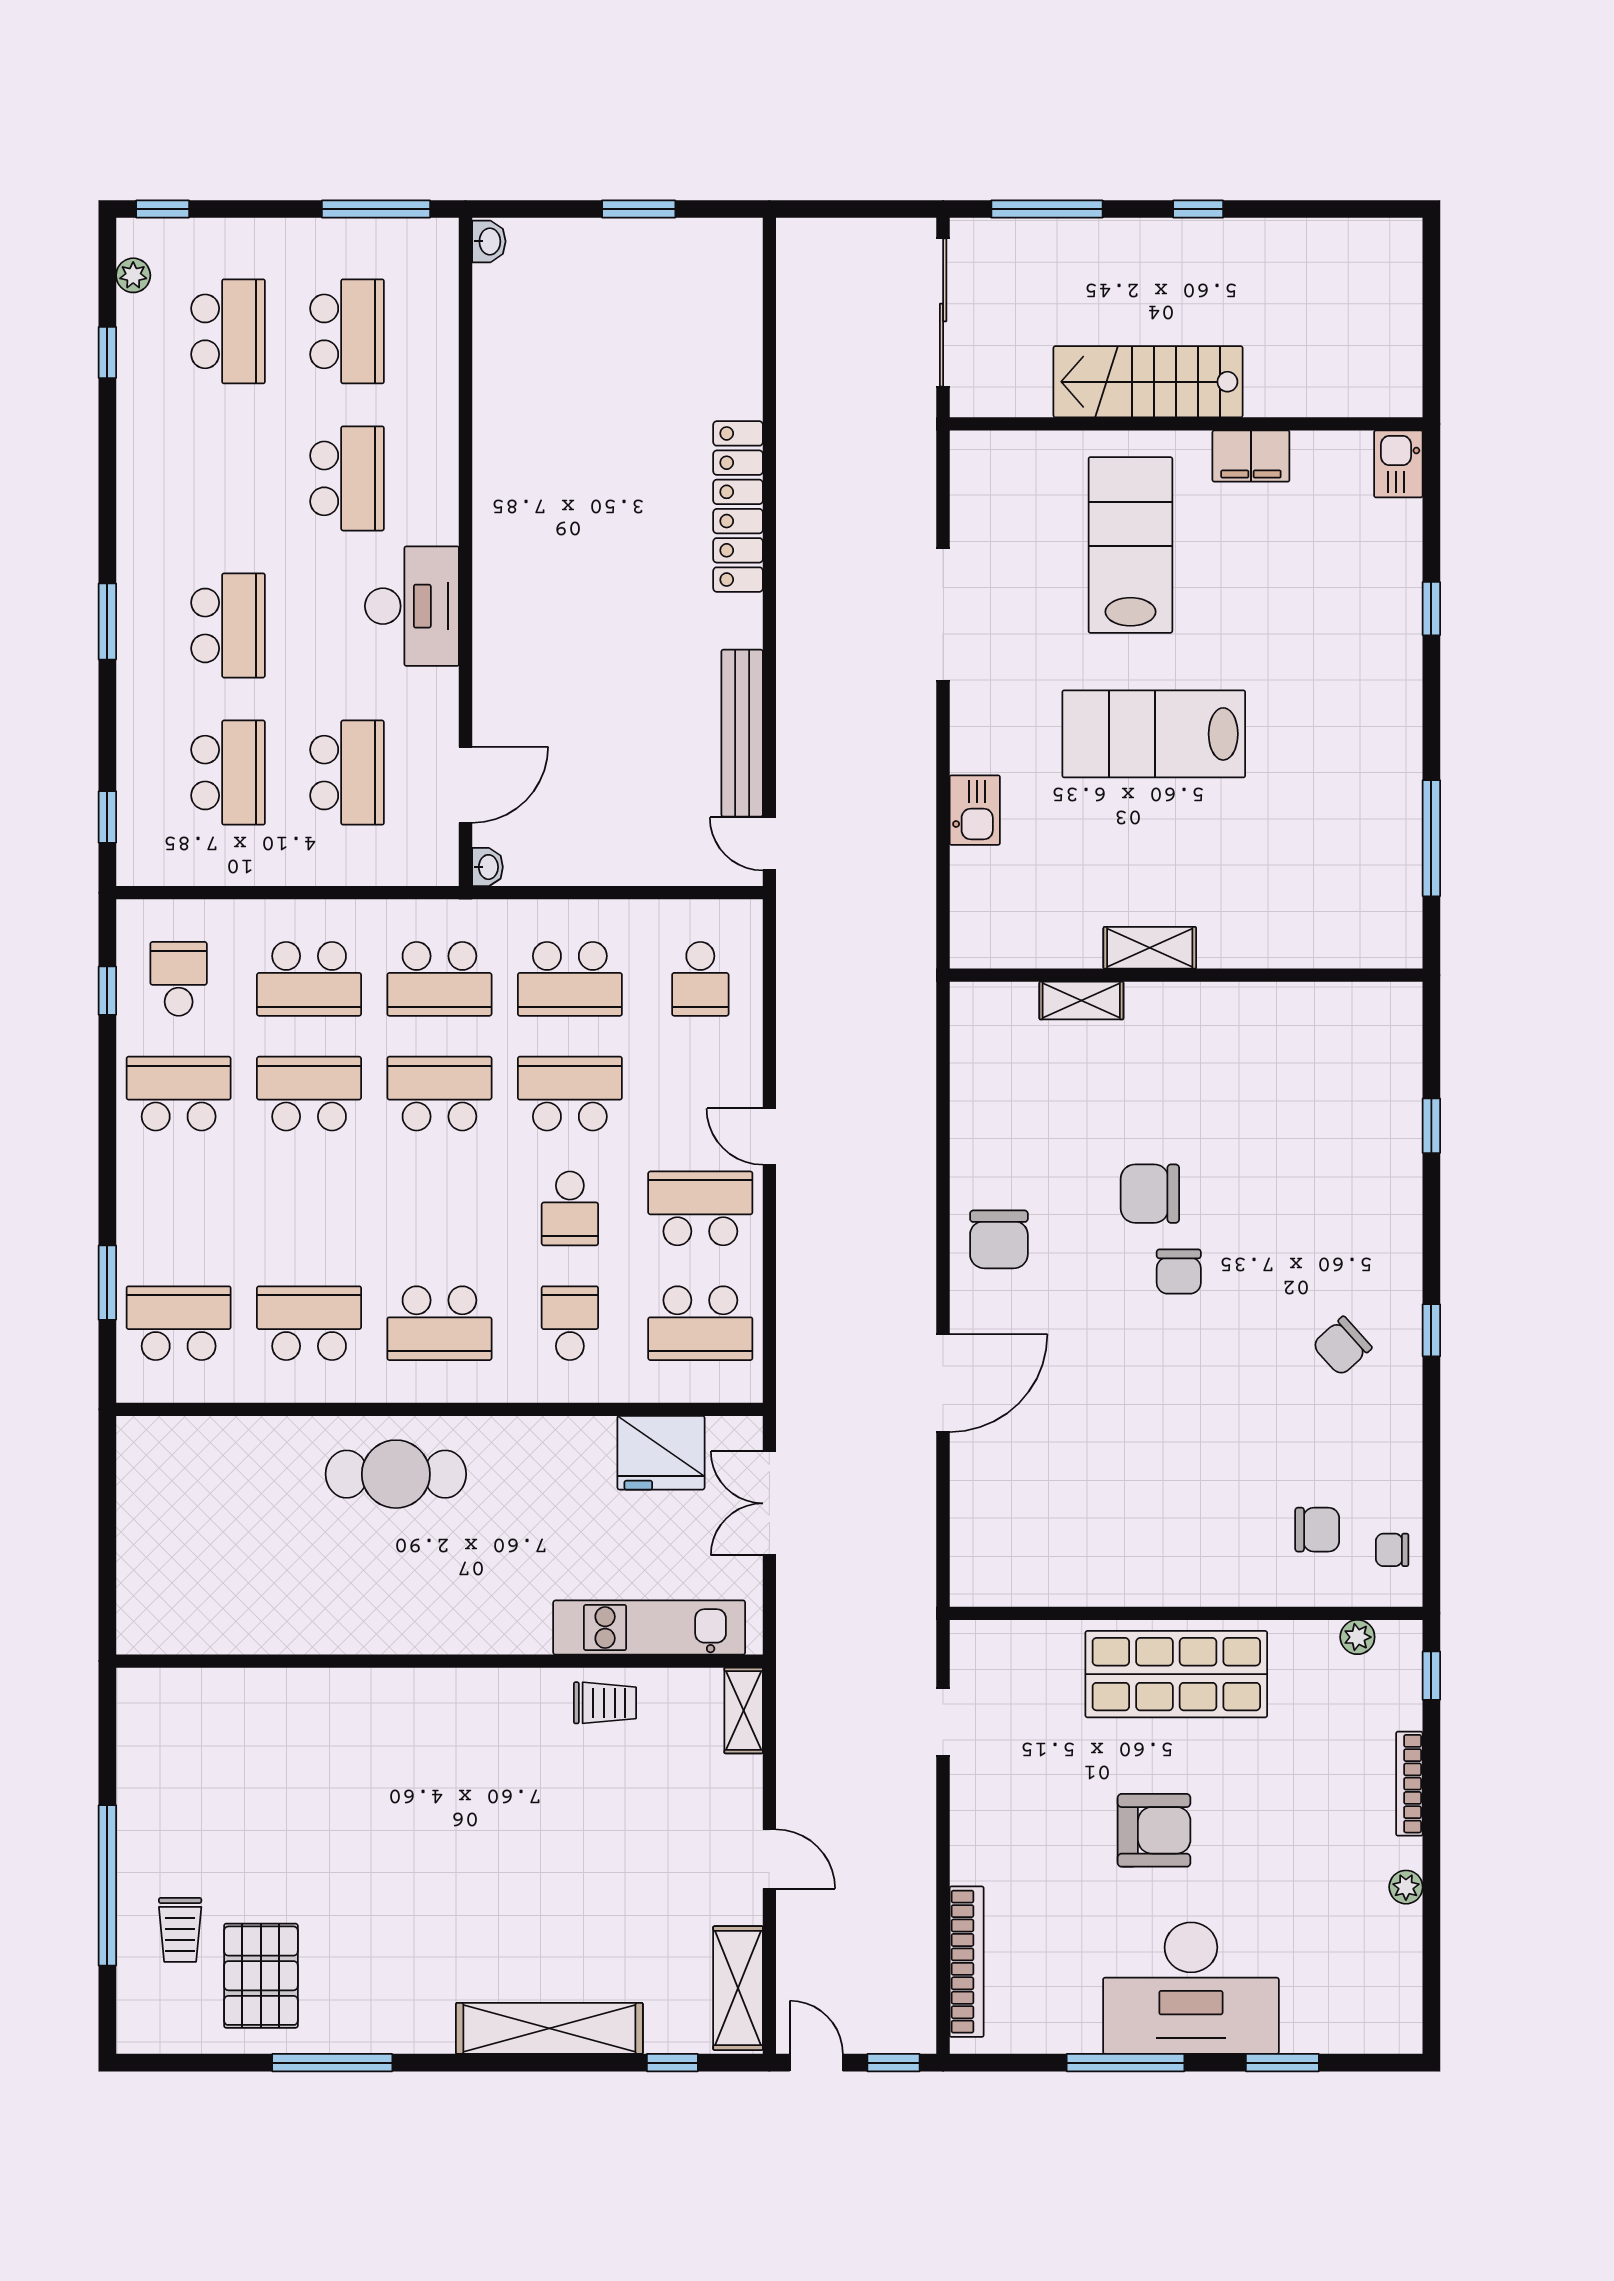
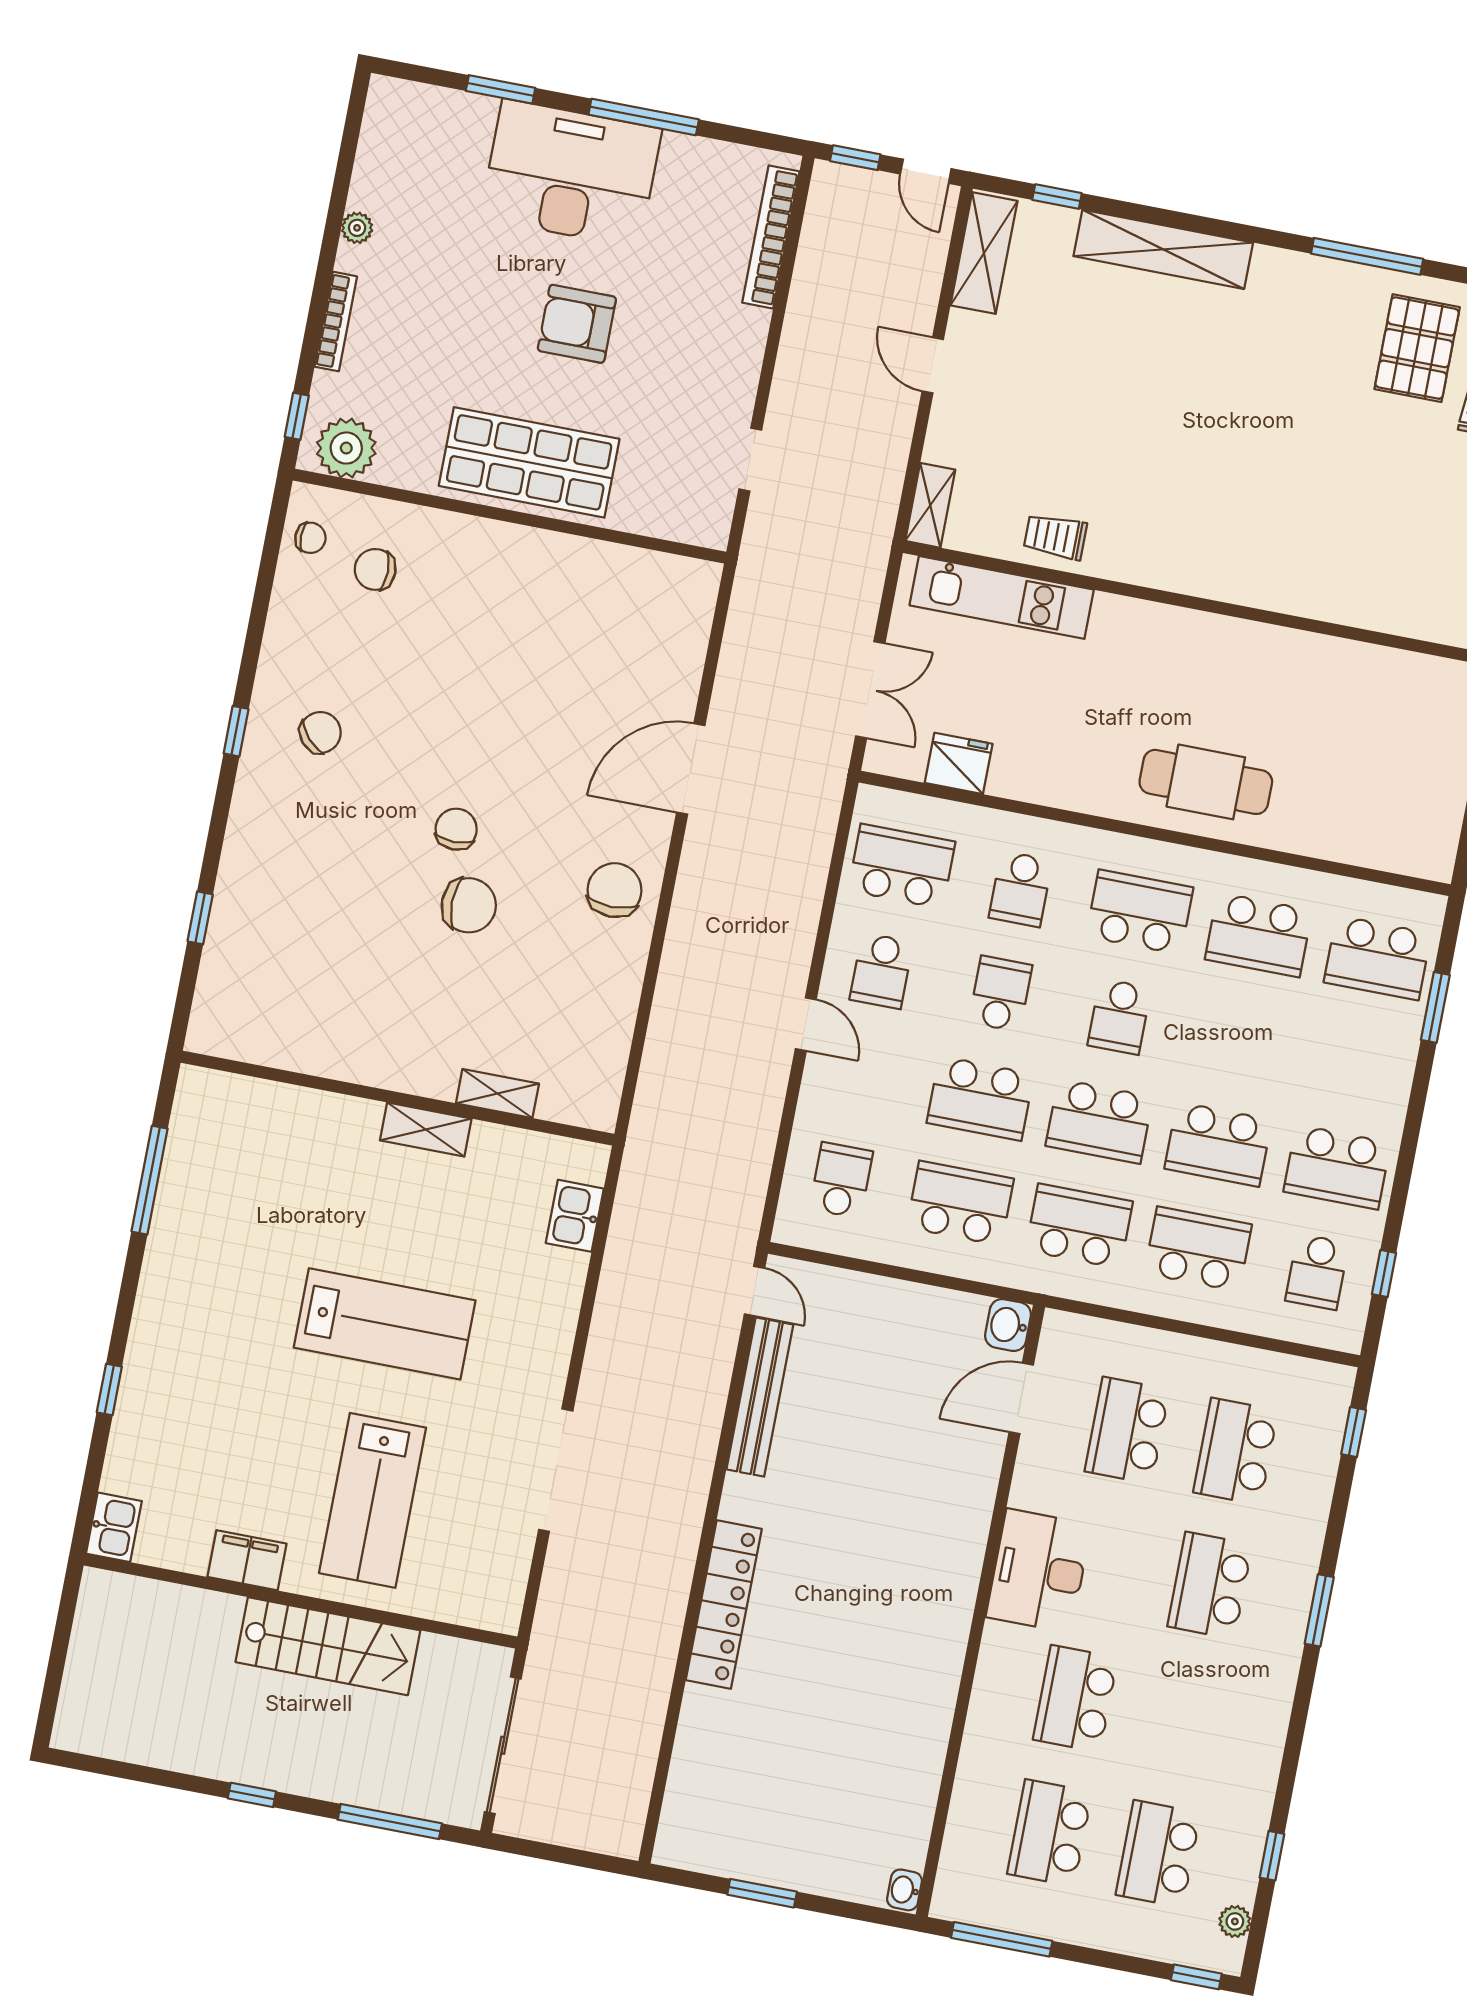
kitchen sink: (975, 810) -> (575, 1216), moved
washbasin: (488, 867) -> (1008, 1325), width x1.38, depth x1.45
school desk: (439, 1208) -> (1119, 1017), added
school desk: (700, 1208) -> (881, 971), width x0.54
fridge: (661, 1453) -> (959, 763), width x0.73, depth x0.75
plant: (1357, 1637) -> (346, 448), width x1.88, depth x1.88

